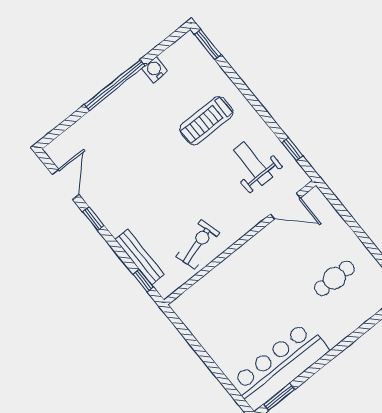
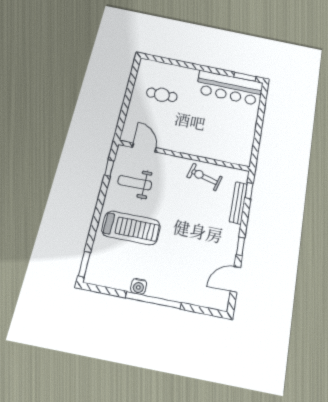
water cooler: (155, 70) -> (139, 286), moved
treadmill: (206, 121) -> (131, 228), width x1.37, depth x1.38
weight bench: (253, 163) -> (135, 183), turned 90
exercise bike: (198, 245) -> (204, 177), turned 32

